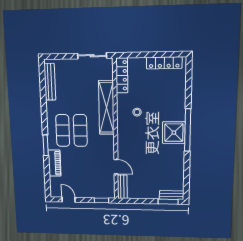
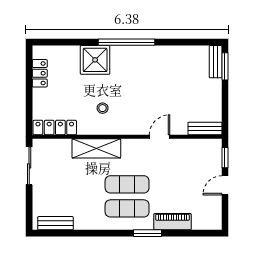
locker: (164, 63) -> (40, 73), width x0.66
bench: (50, 82) -> (55, 223), width x0.73
shelving: (106, 107) -> (96, 148), width x0.68
shower: (174, 133) -> (95, 60), moved
door: (116, 167) -> (160, 137), moved
door: (69, 200) -> (225, 185), moved

